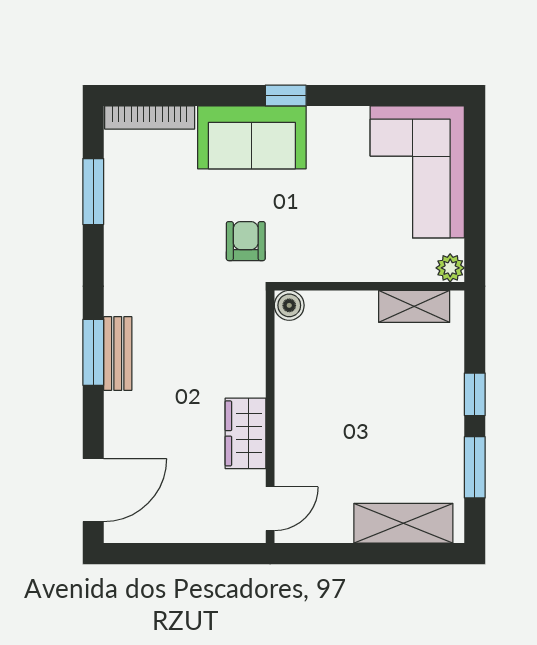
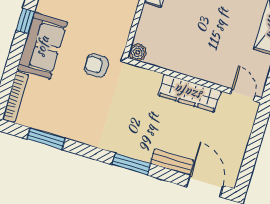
bench: (118, 354) -> (172, 162), moved
wardrobe: (246, 433) -> (189, 93), width x1.50

